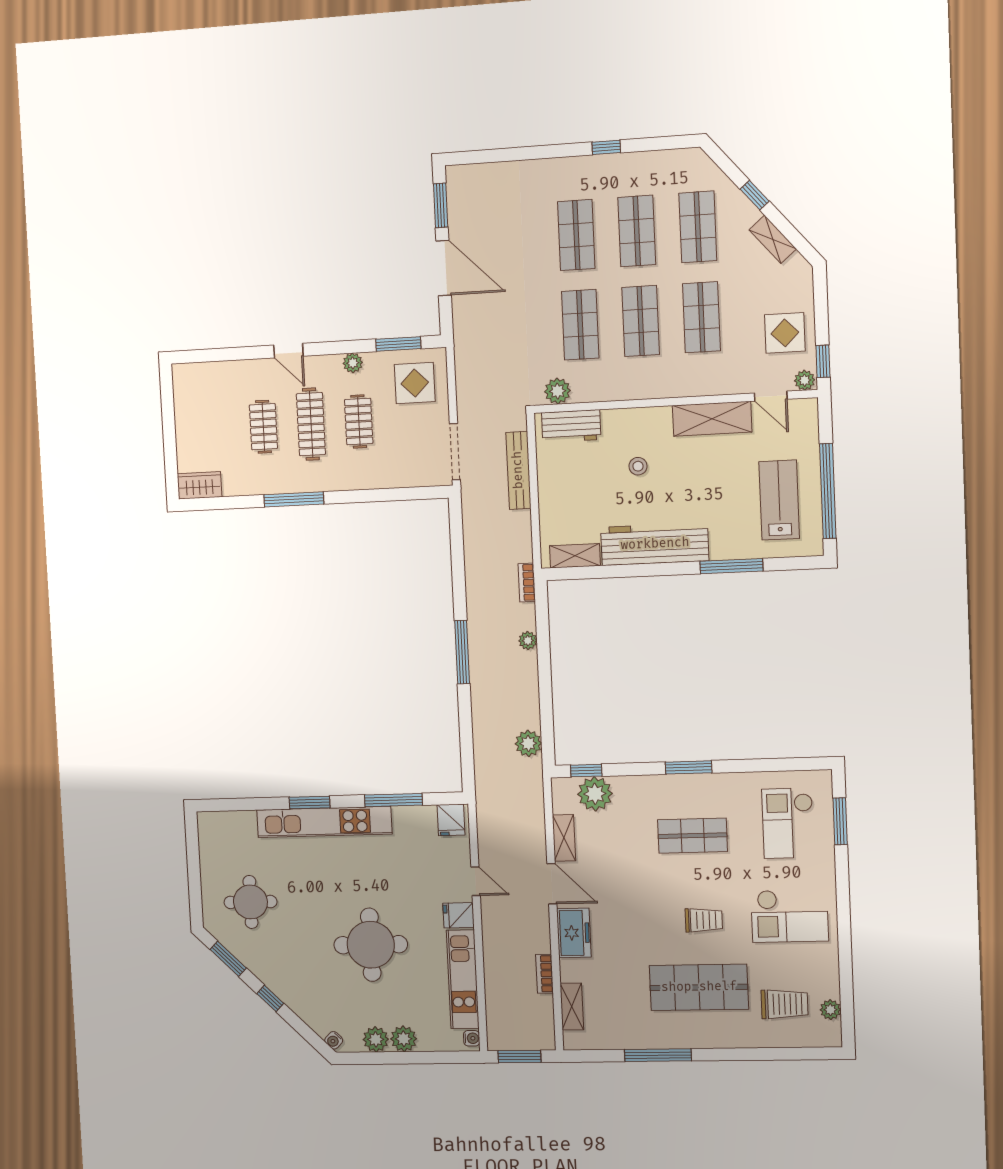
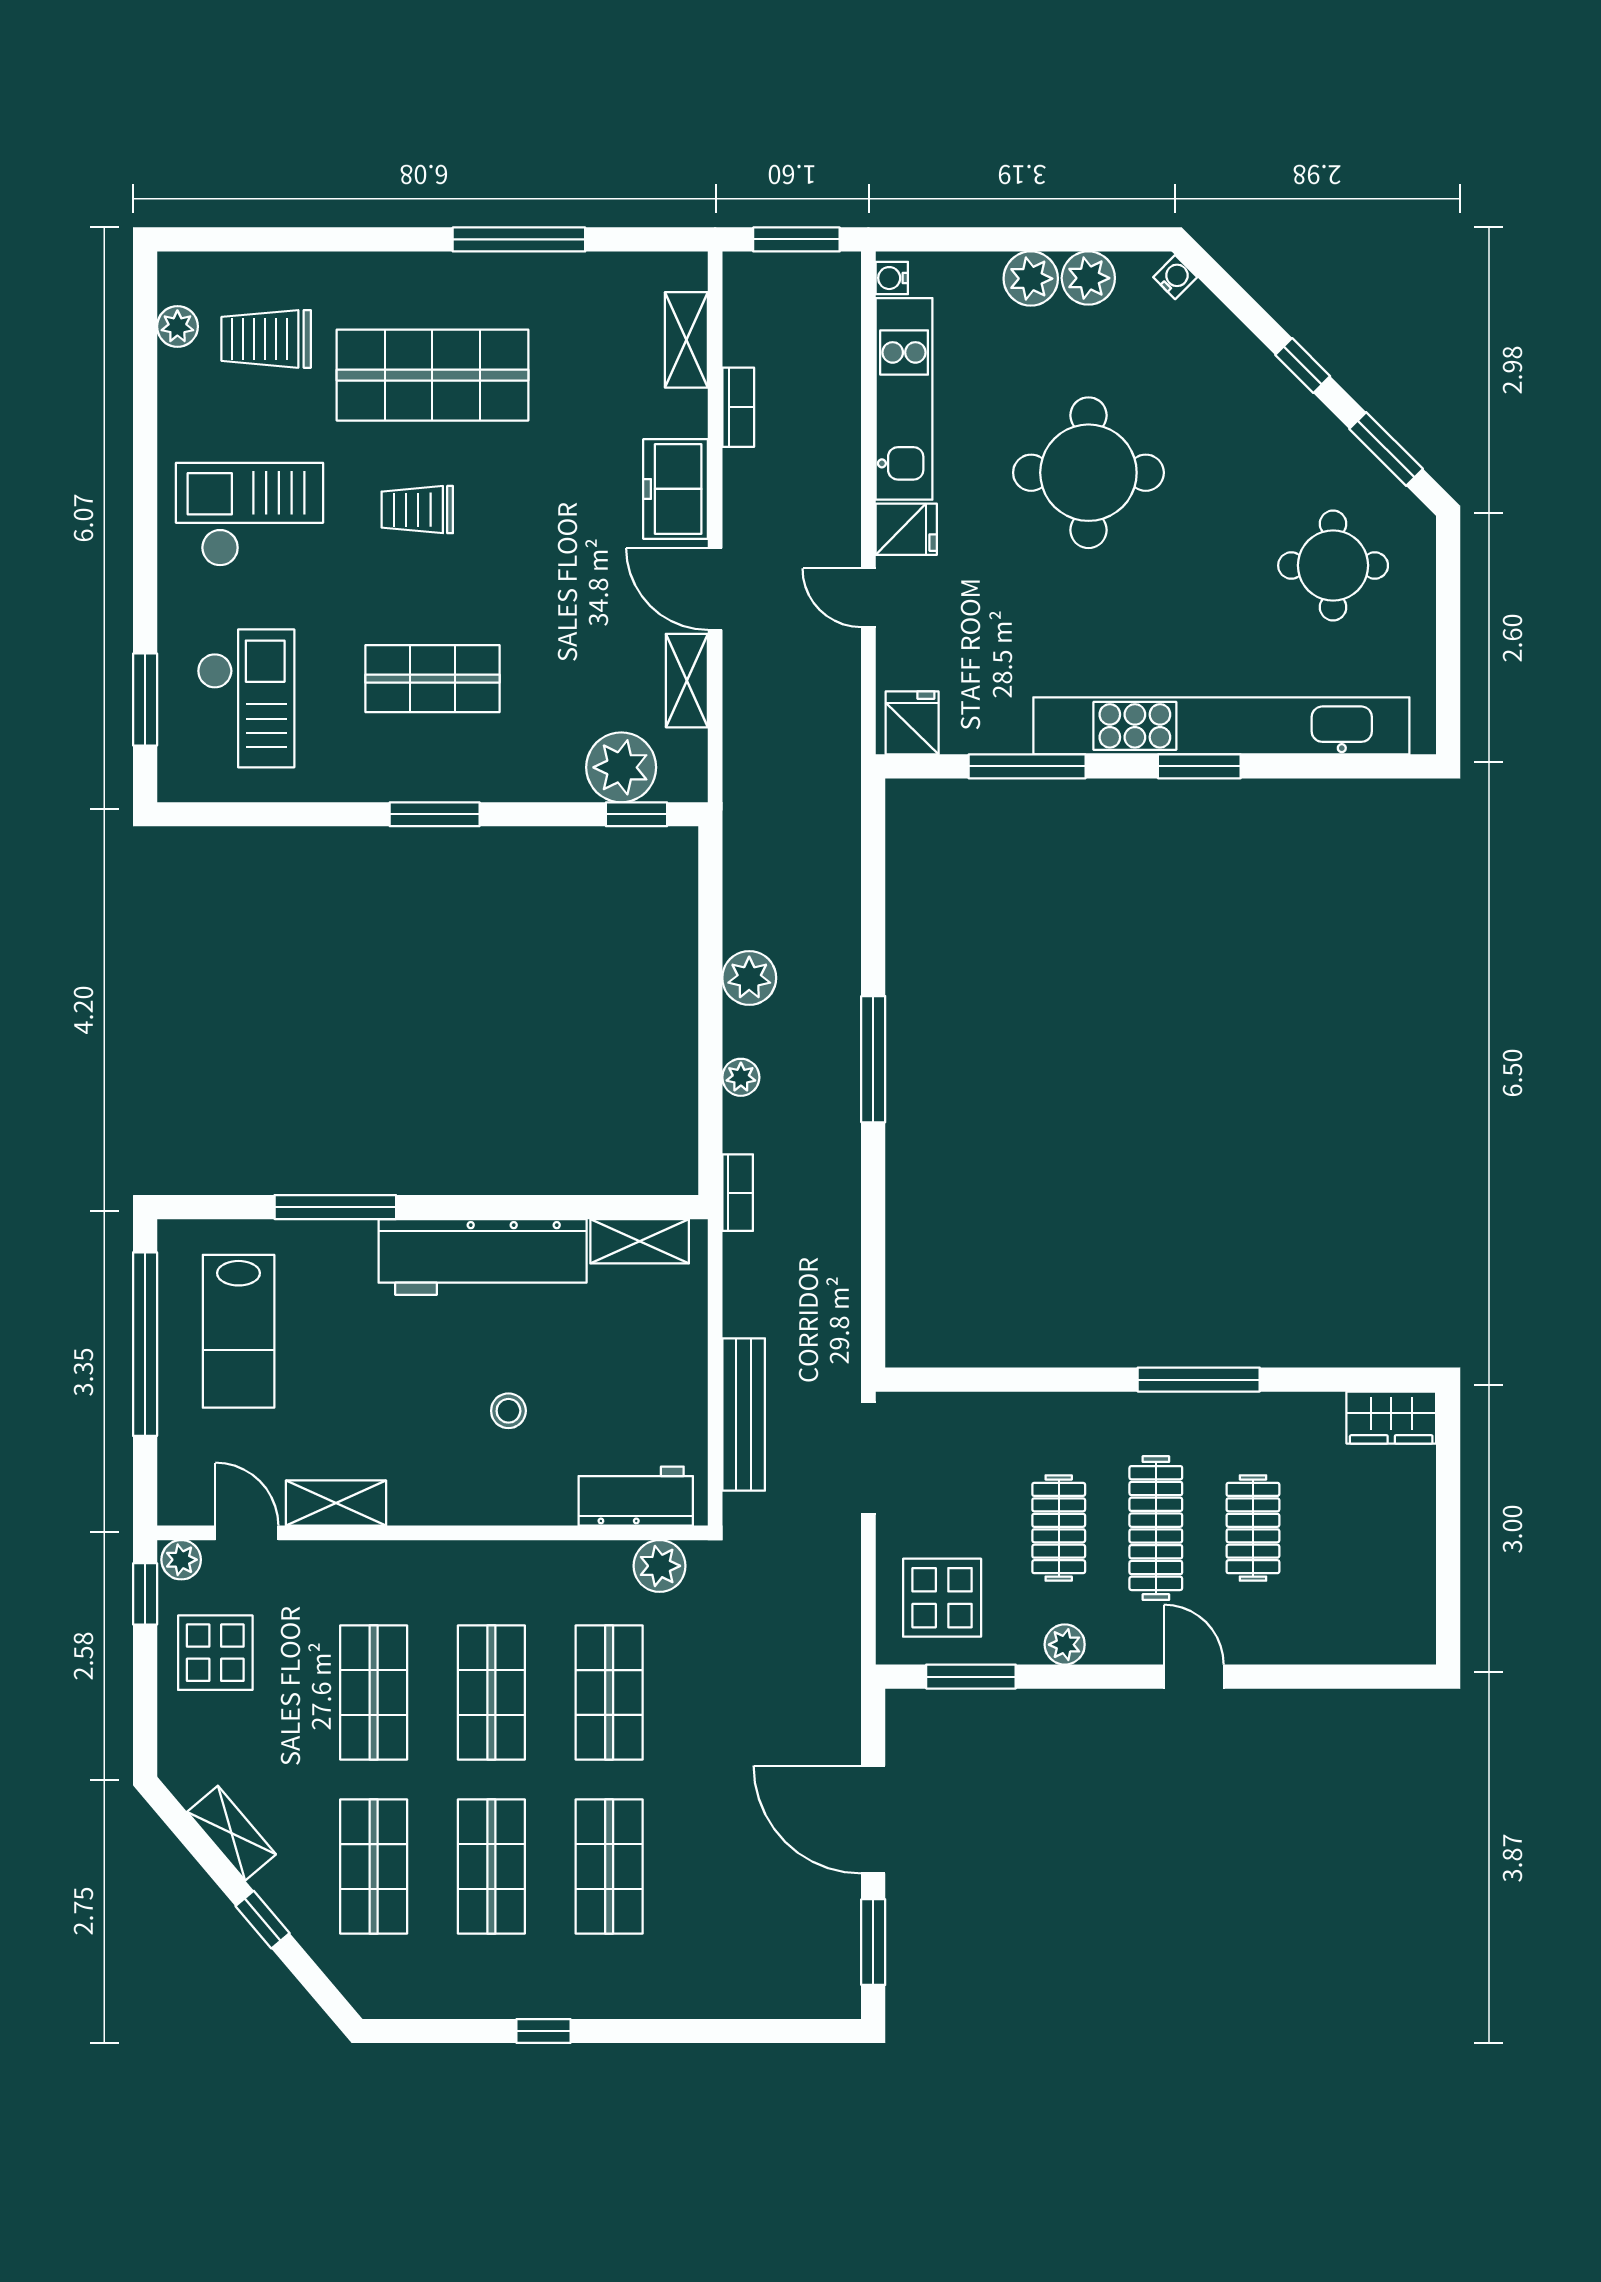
shelving: (712, 419) -> (336, 1503), width x0.67, depth x0.75
plant: (528, 743) -> (749, 978), moved
kitchen unit: (324, 822) -> (1221, 726), width x1.36

